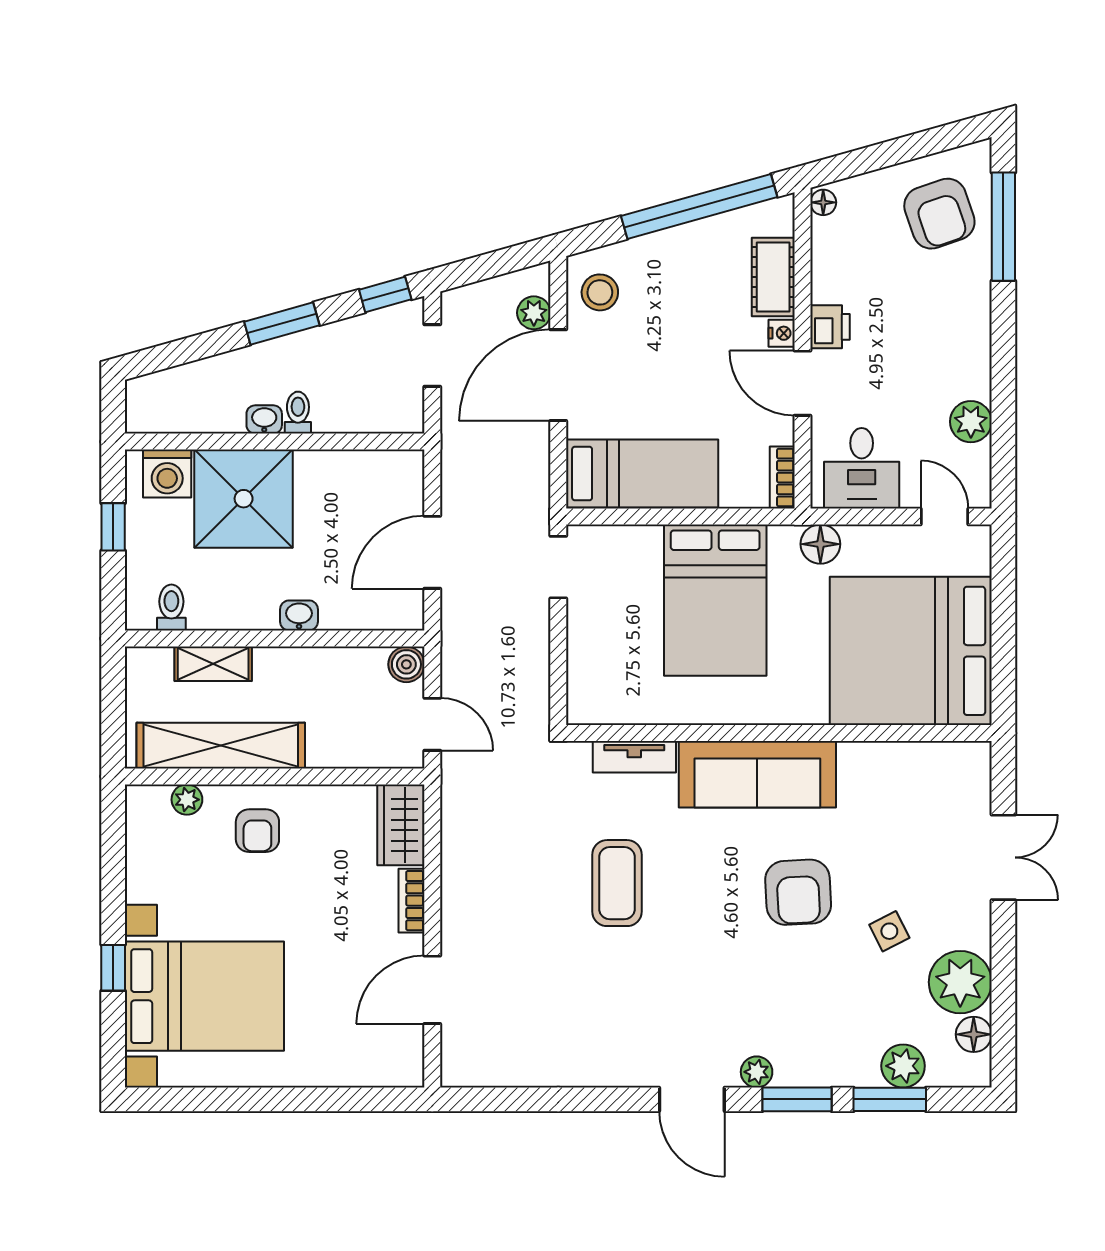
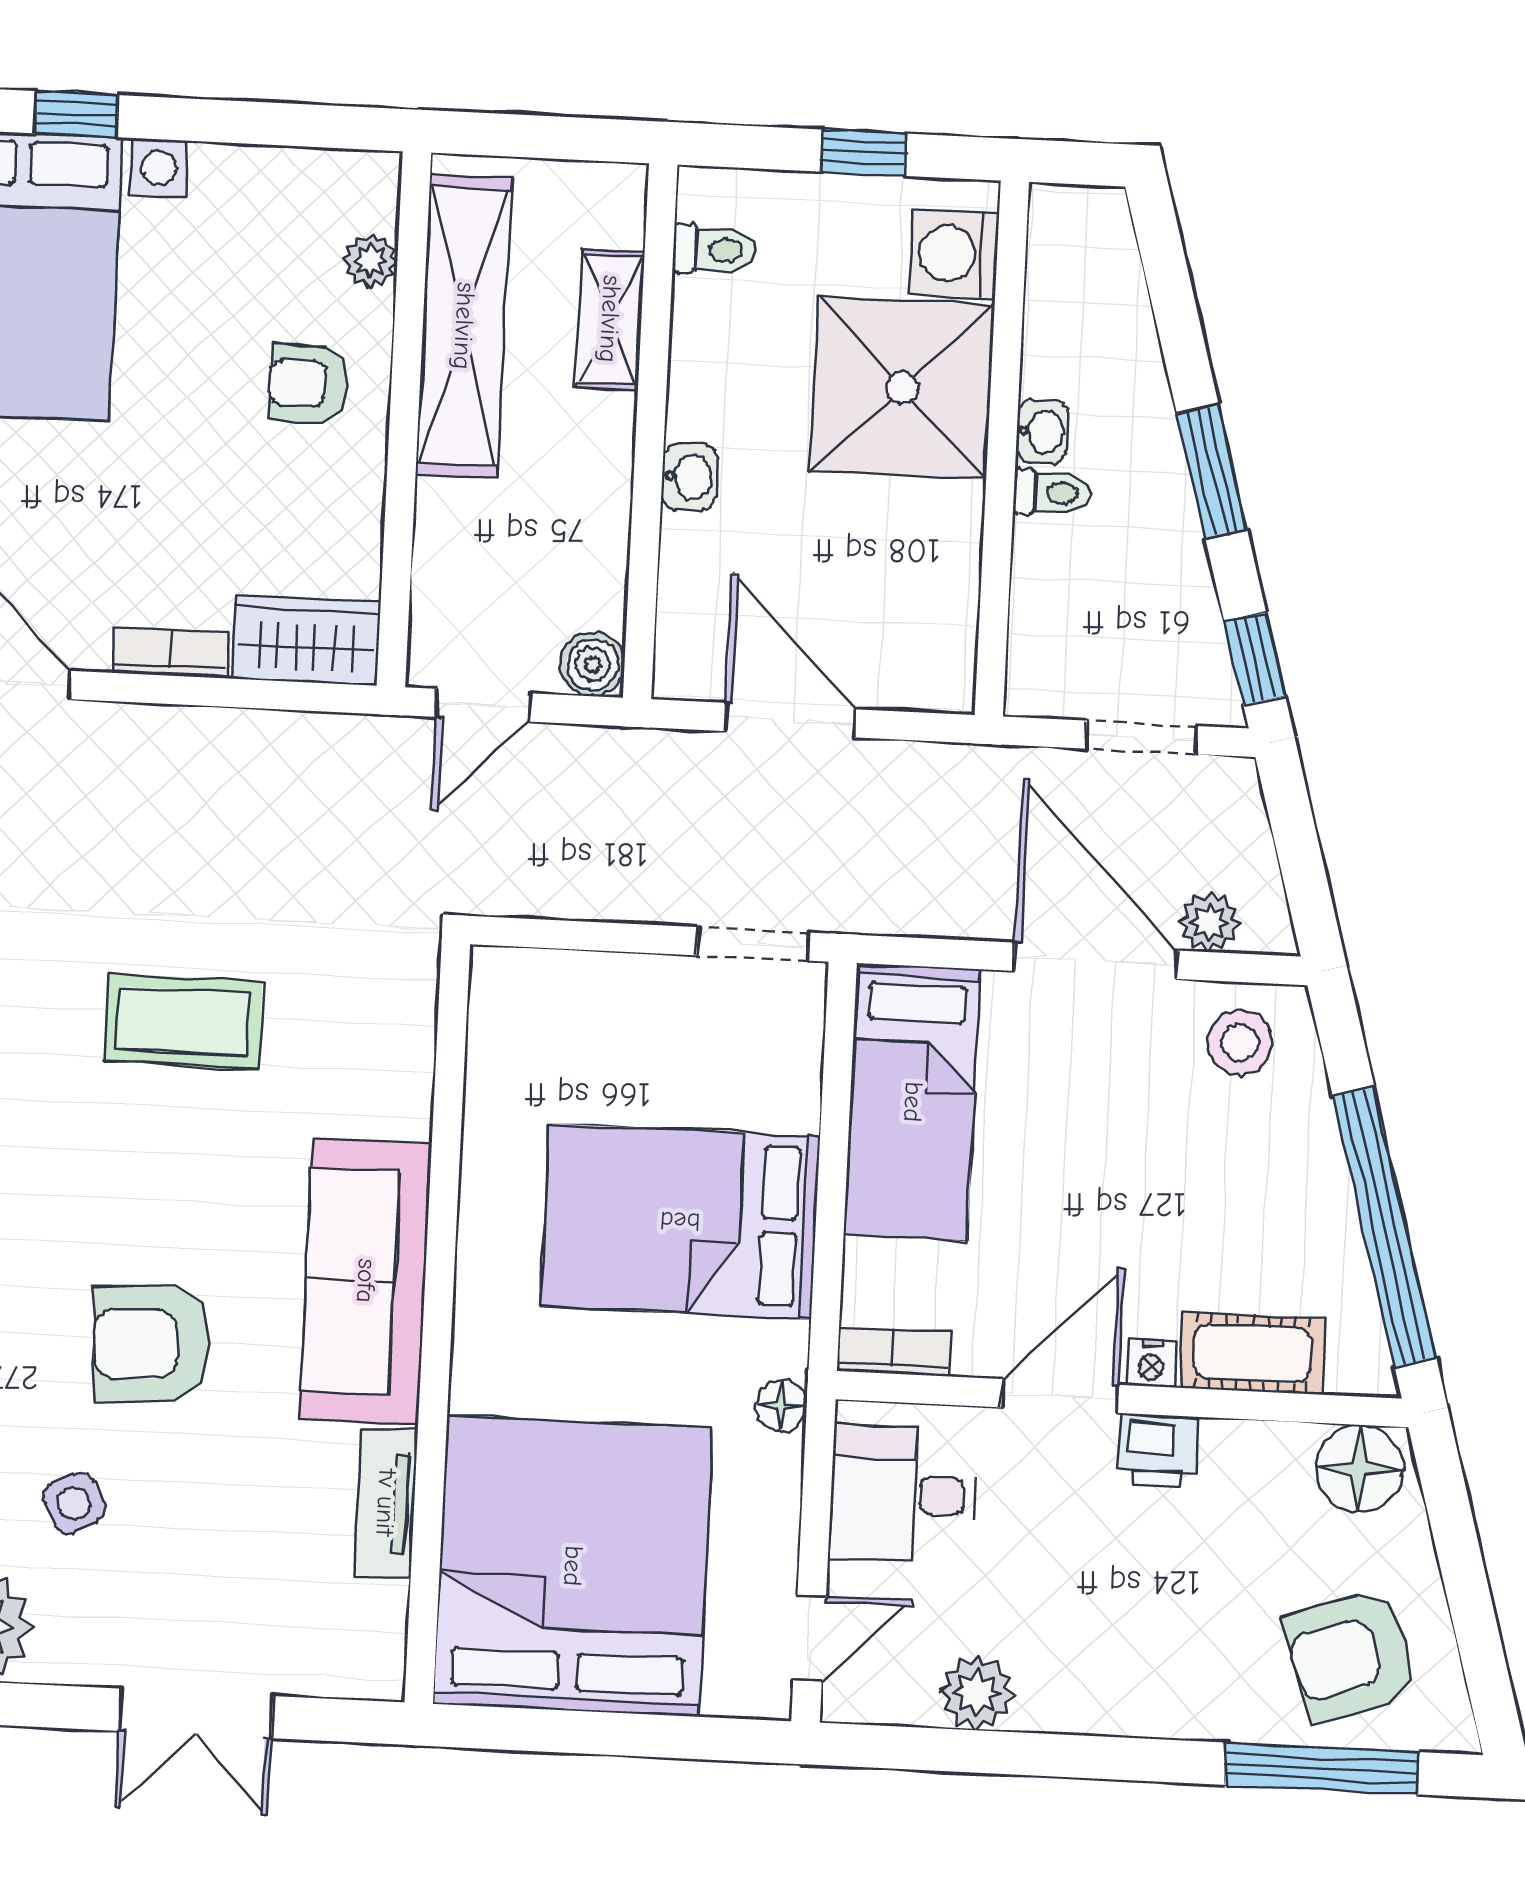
floor lamp: (823, 202) -> (1360, 1468), width x1.89, depth x1.89
floor lamp: (820, 544) -> (781, 1405), width x0.73, depth x0.73
tv unit: (634, 757) -> (386, 1503), moved

